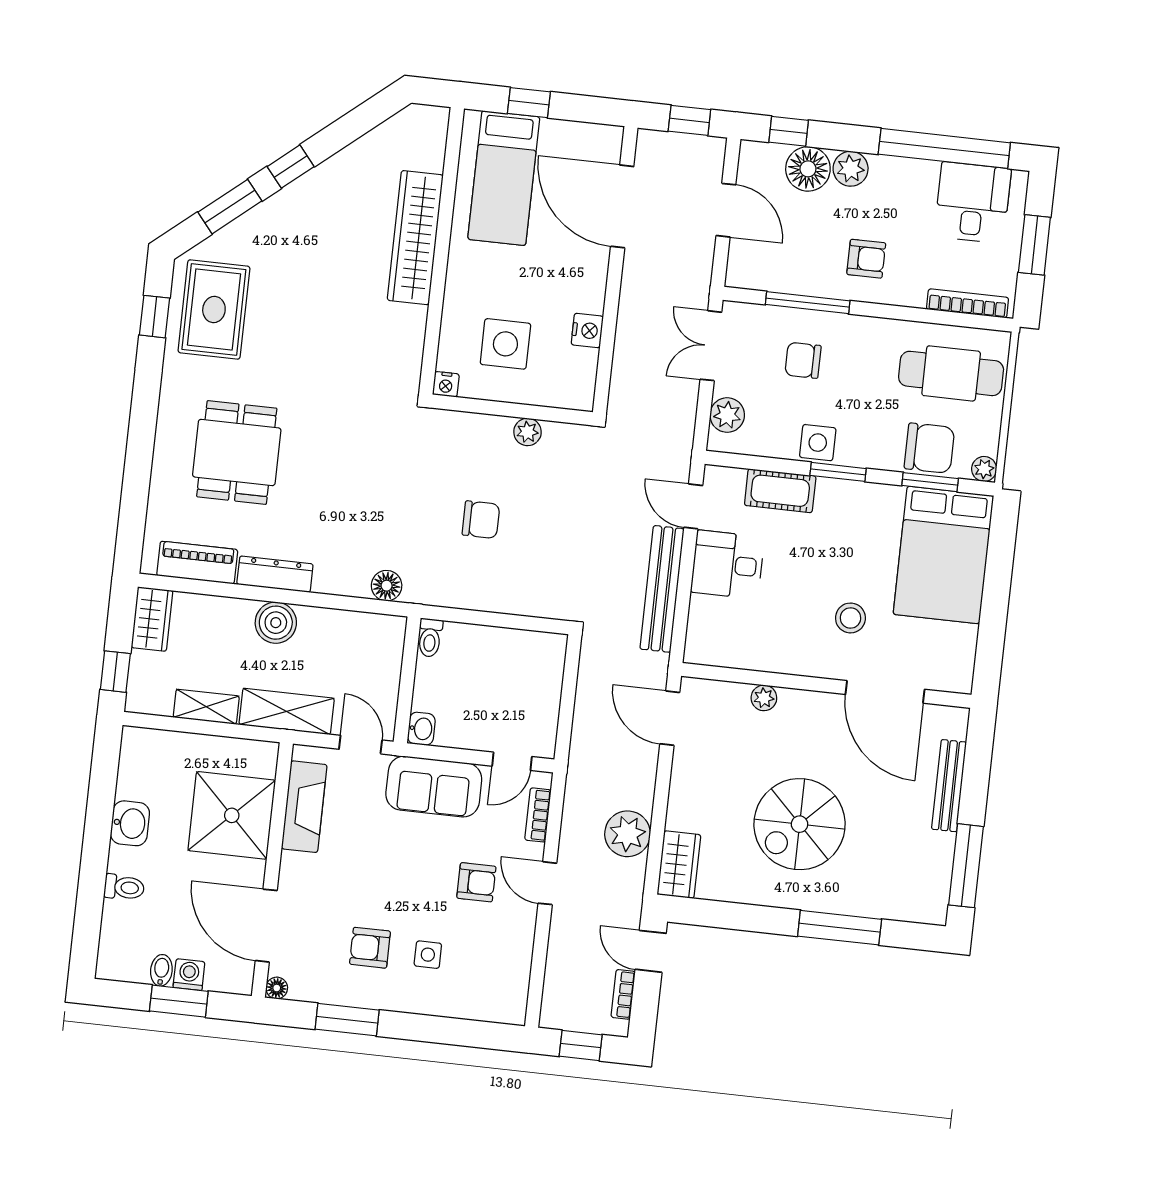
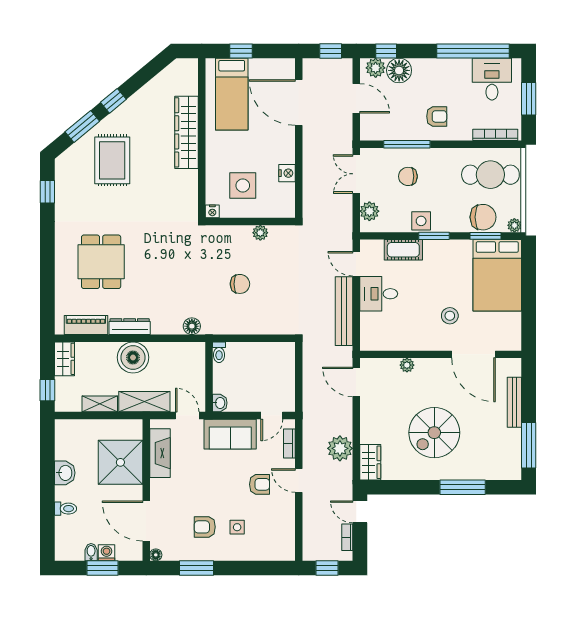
plant: (851, 169) -> (376, 68), moved
rug: (214, 309) -> (112, 160), moved
boiler: (276, 623) -> (133, 357), width x1.37, depth x1.37

